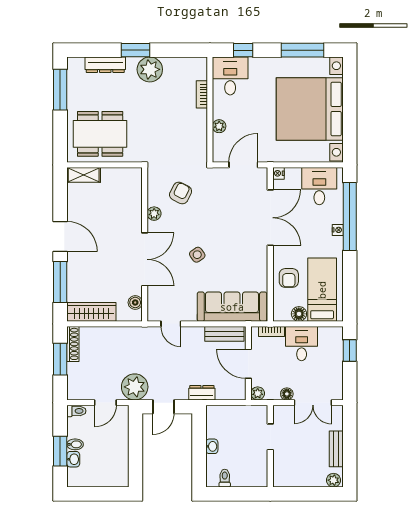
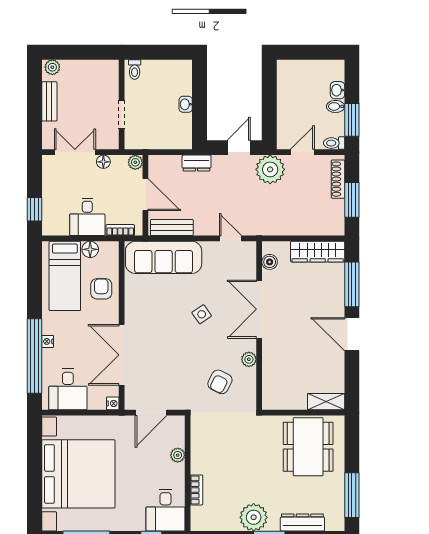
dining table: (100, 134) -> (308, 447), turned 90
shoe rack: (73, 344) -> (338, 179), moved
window: (60, 451) -> (352, 120), moved
toilet: (225, 478) -> (135, 69), moved

